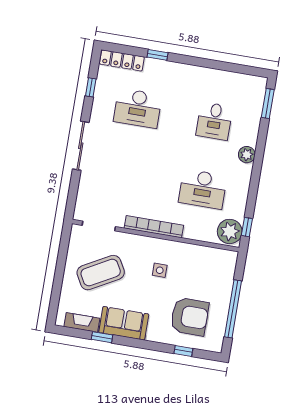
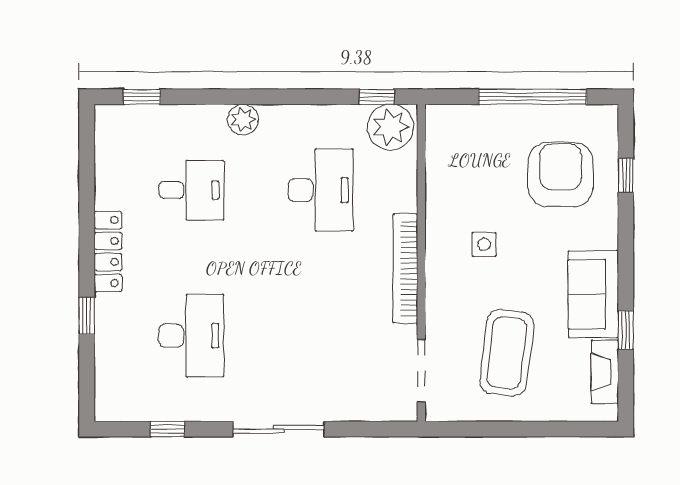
locker: (122, 60) -> (108, 252), moved
window: (268, 103) -> (142, 97), width x0.67
coffee table: (101, 273) -> (507, 353), turned 36

